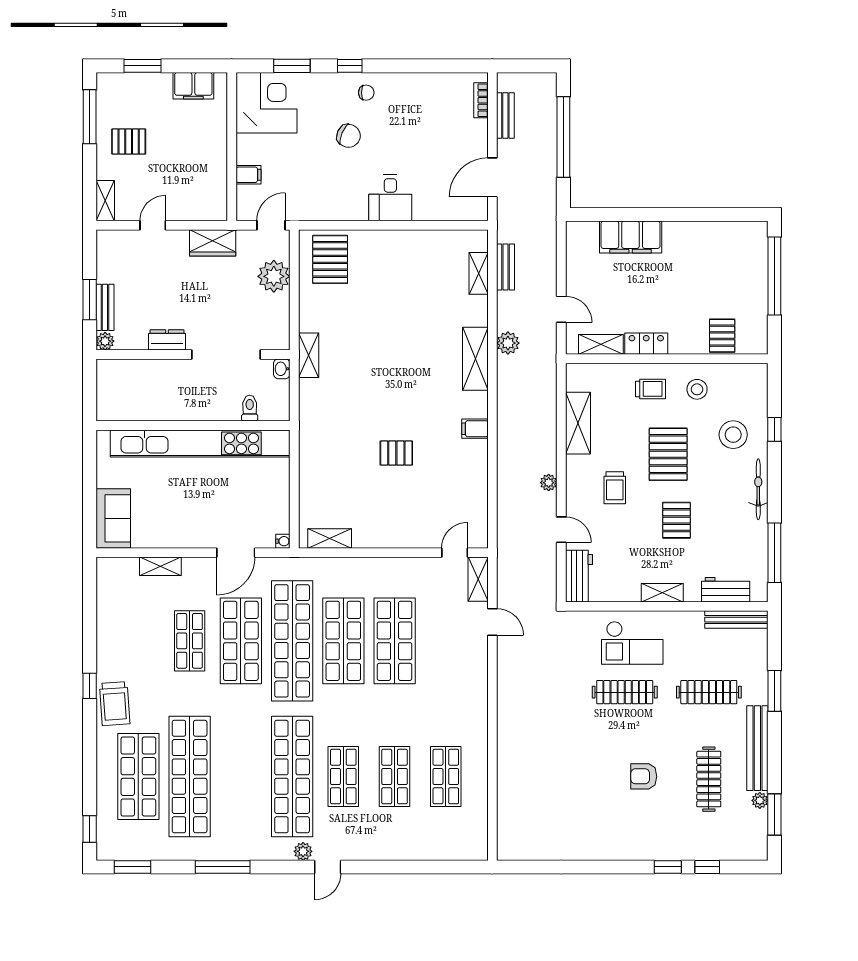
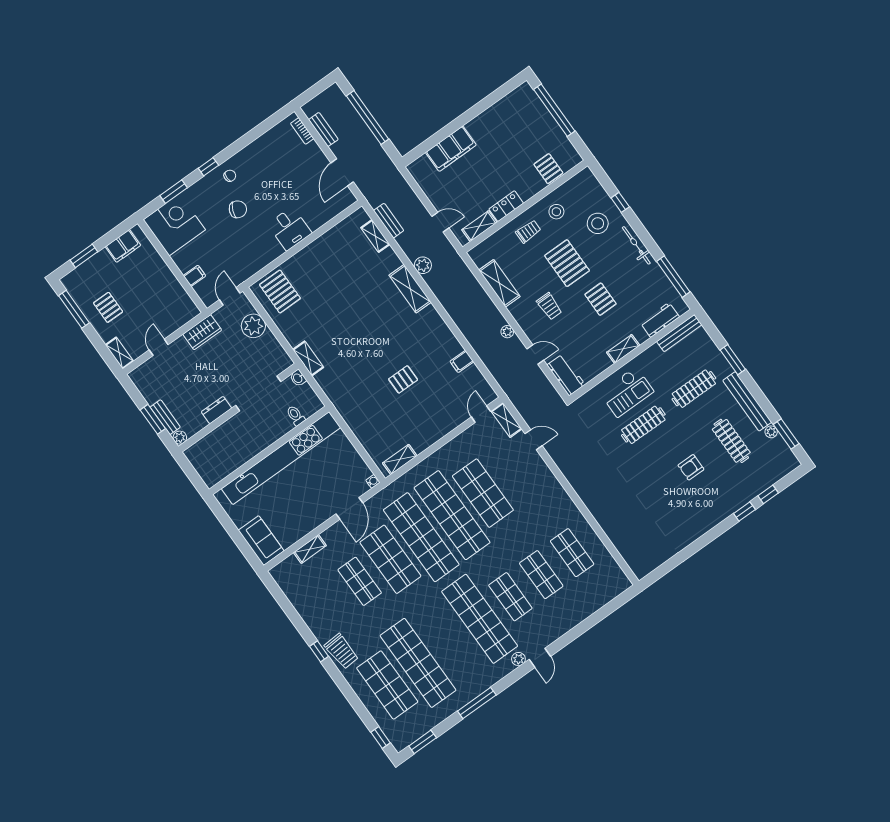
pallet: (129, 141) -> (108, 307), turned 90
filing cabinet: (475, 429) -> (462, 362), moved
shop shelf: (343, 641) -> (452, 515), width x1.40

